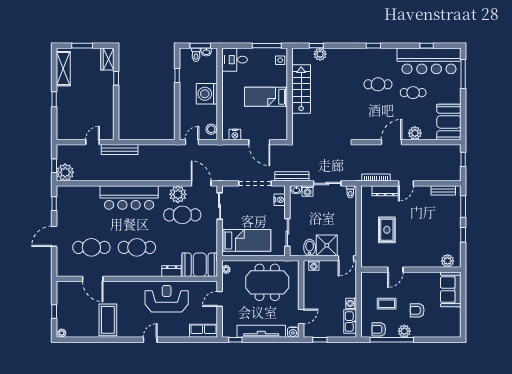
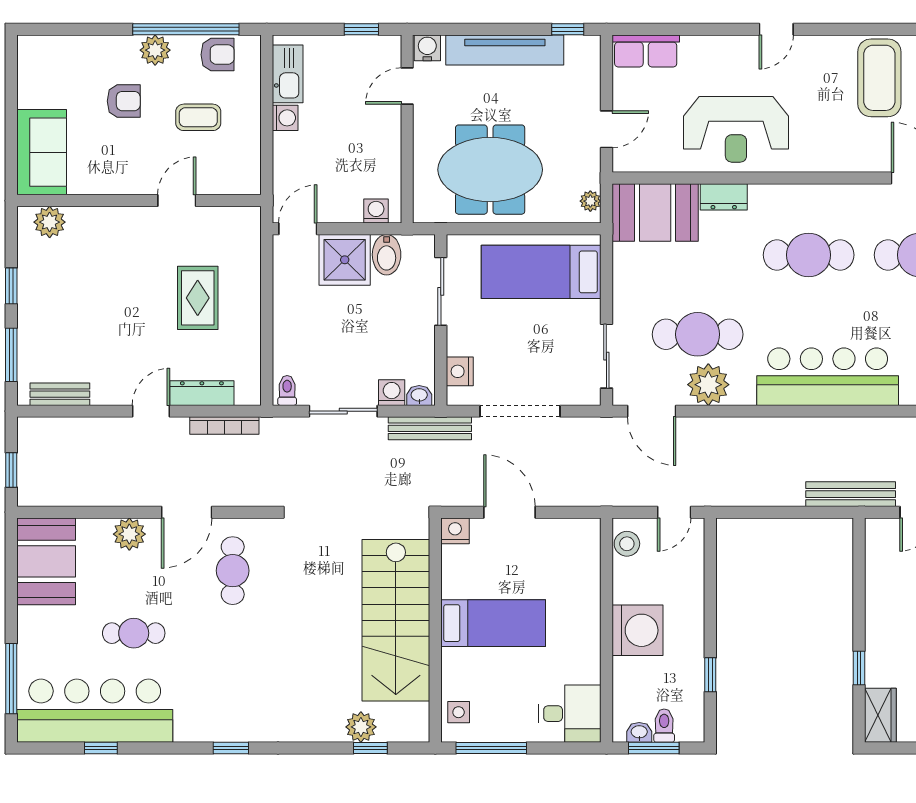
cafe table: (378, 84) -> (233, 571), moved, turned 90
stairs: (301, 89) -> (396, 620), width x1.36, depth x1.51
nightstand: (235, 134) -> (455, 531), moved

